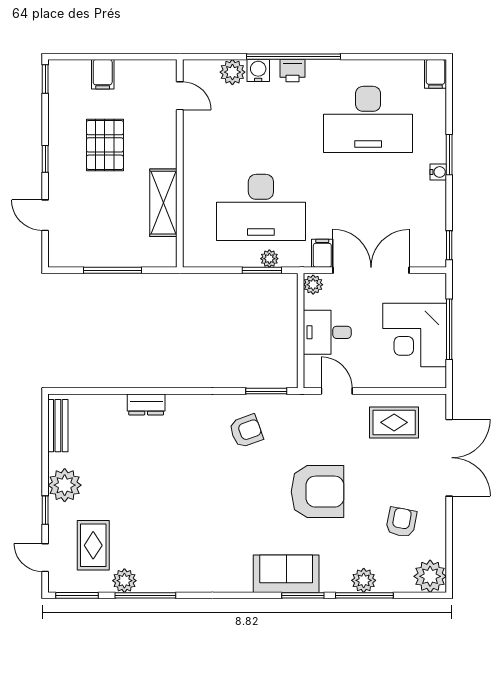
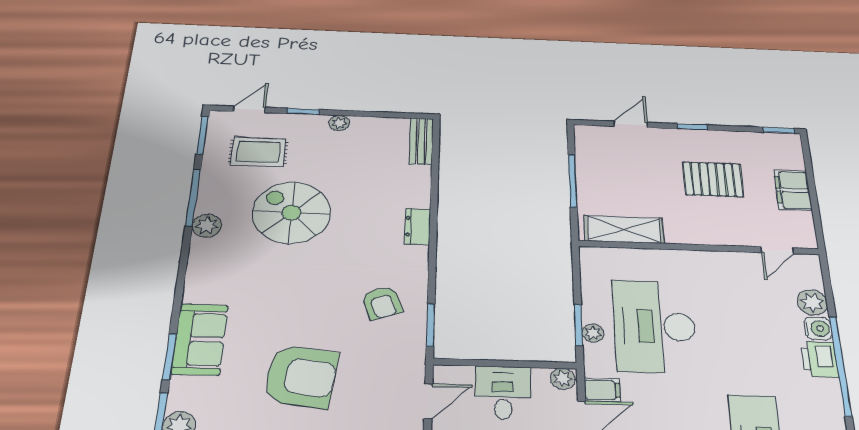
printer: (292, 71) -> (819, 359), width x1.36, depth x1.24
filing cabinet: (103, 74) -> (793, 190), width x2.00
shelving: (163, 203) -> (624, 229), moved
dresser: (146, 404) -> (418, 226), moved
bench: (58, 426) -> (421, 141), moved, turned 90
plant: (65, 485) -> (339, 123), width x0.53, depth x0.53
armchair: (318, 492) -> (301, 377), turned -83
spiral stairs: (158, 511) -> (291, 213), added
plant: (124, 581) -> (207, 226), moved

